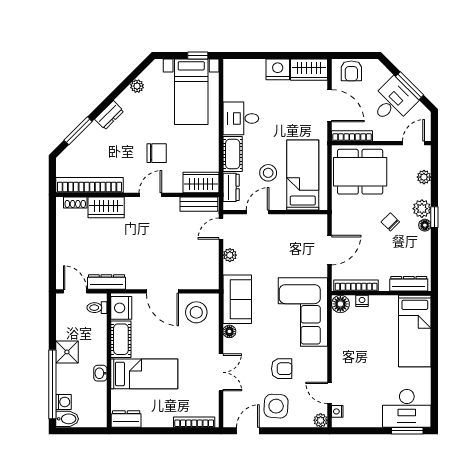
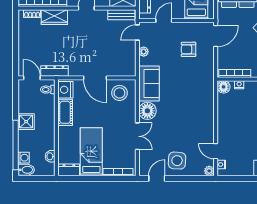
door: (330, 250) -> (216, 36), moved
corner sofa: (303, 312) -> (196, 93), removed
floor lamp: (229, 331) -> (147, 111), width x1.89, depth x1.89
armchair: (282, 369) -> (188, 49), moved, turned 180
washbasin: (100, 373) -> (50, 156), moved
bed: (144, 374) -> (91, 152), moved, turned -90

